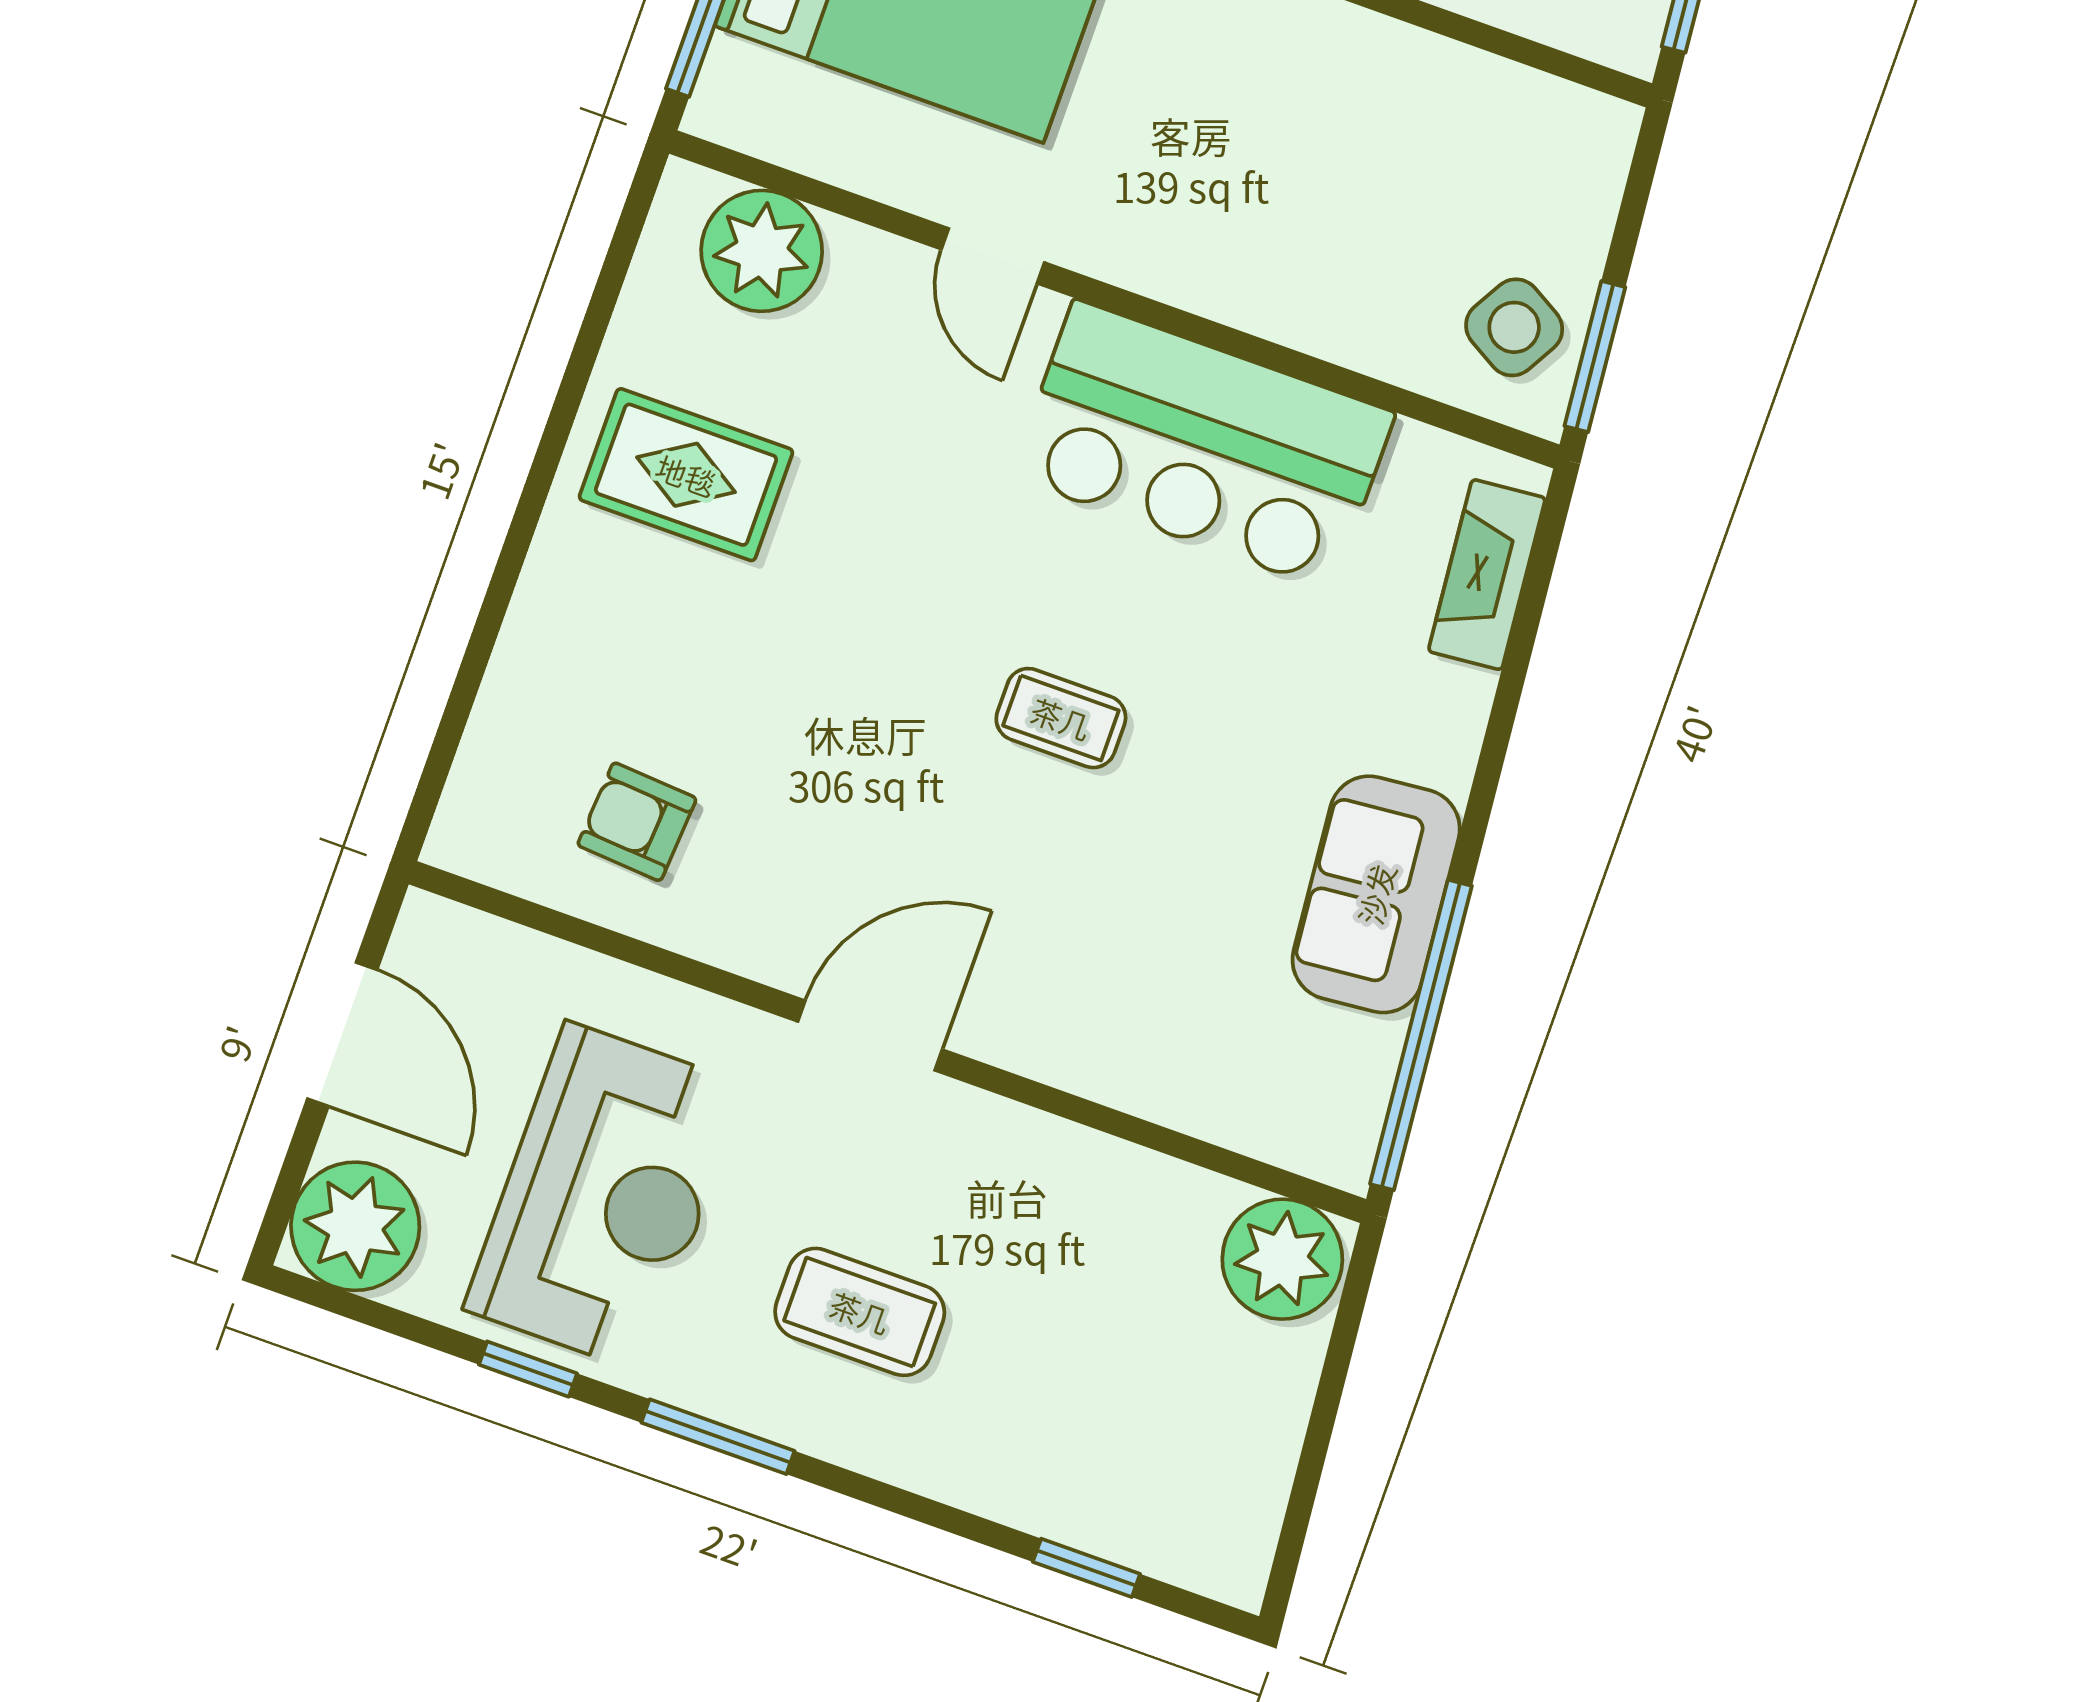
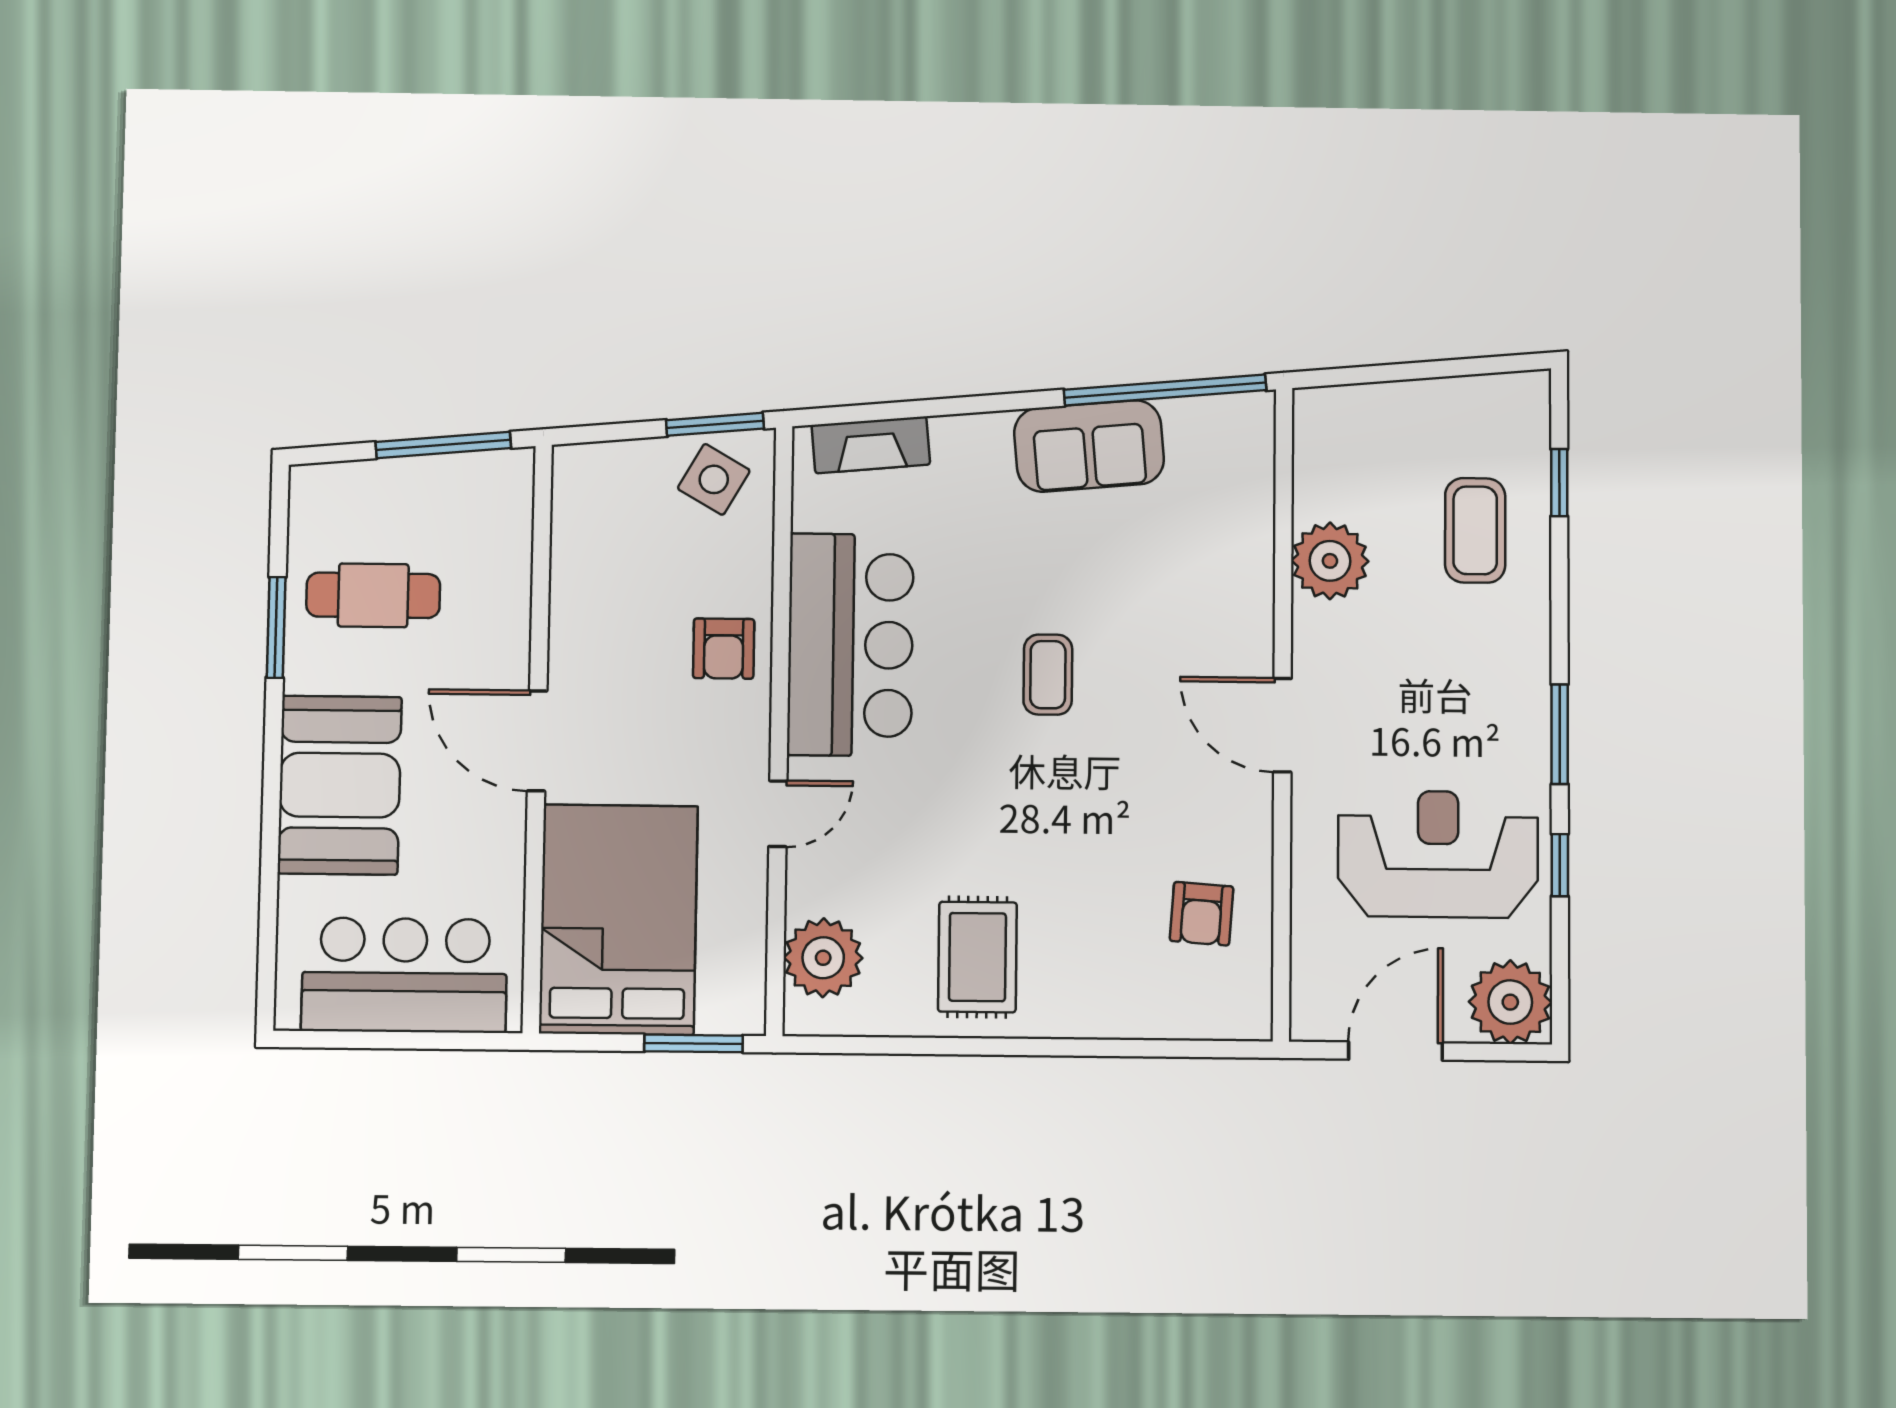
armchair: (1261, 258) -> (724, 649), added
plant: (1282, 1259) -> (1330, 561), moved
coffee table: (860, 1312) -> (1475, 530), moved

